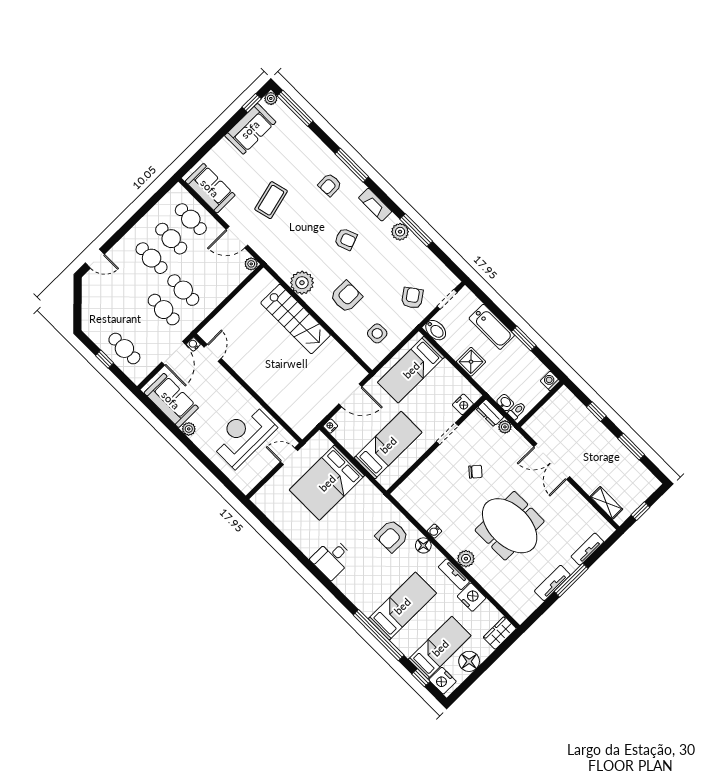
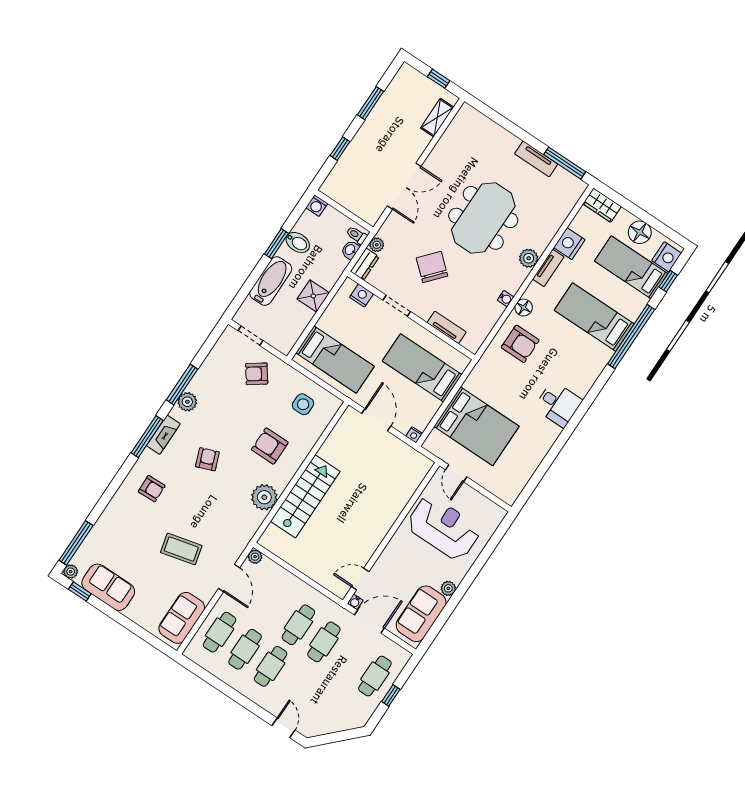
window: (352, 165) -> (147, 437), moved
bidet: (436, 330) -> (298, 242), moved, turned 90
reception desk: (243, 436) -> (444, 528), turned 180
chair: (475, 472) -> (432, 267), width x1.87, depth x1.87
tv unit: (587, 549) -> (447, 327), moved, turned 180
window: (571, 580) -> (565, 163), moved

